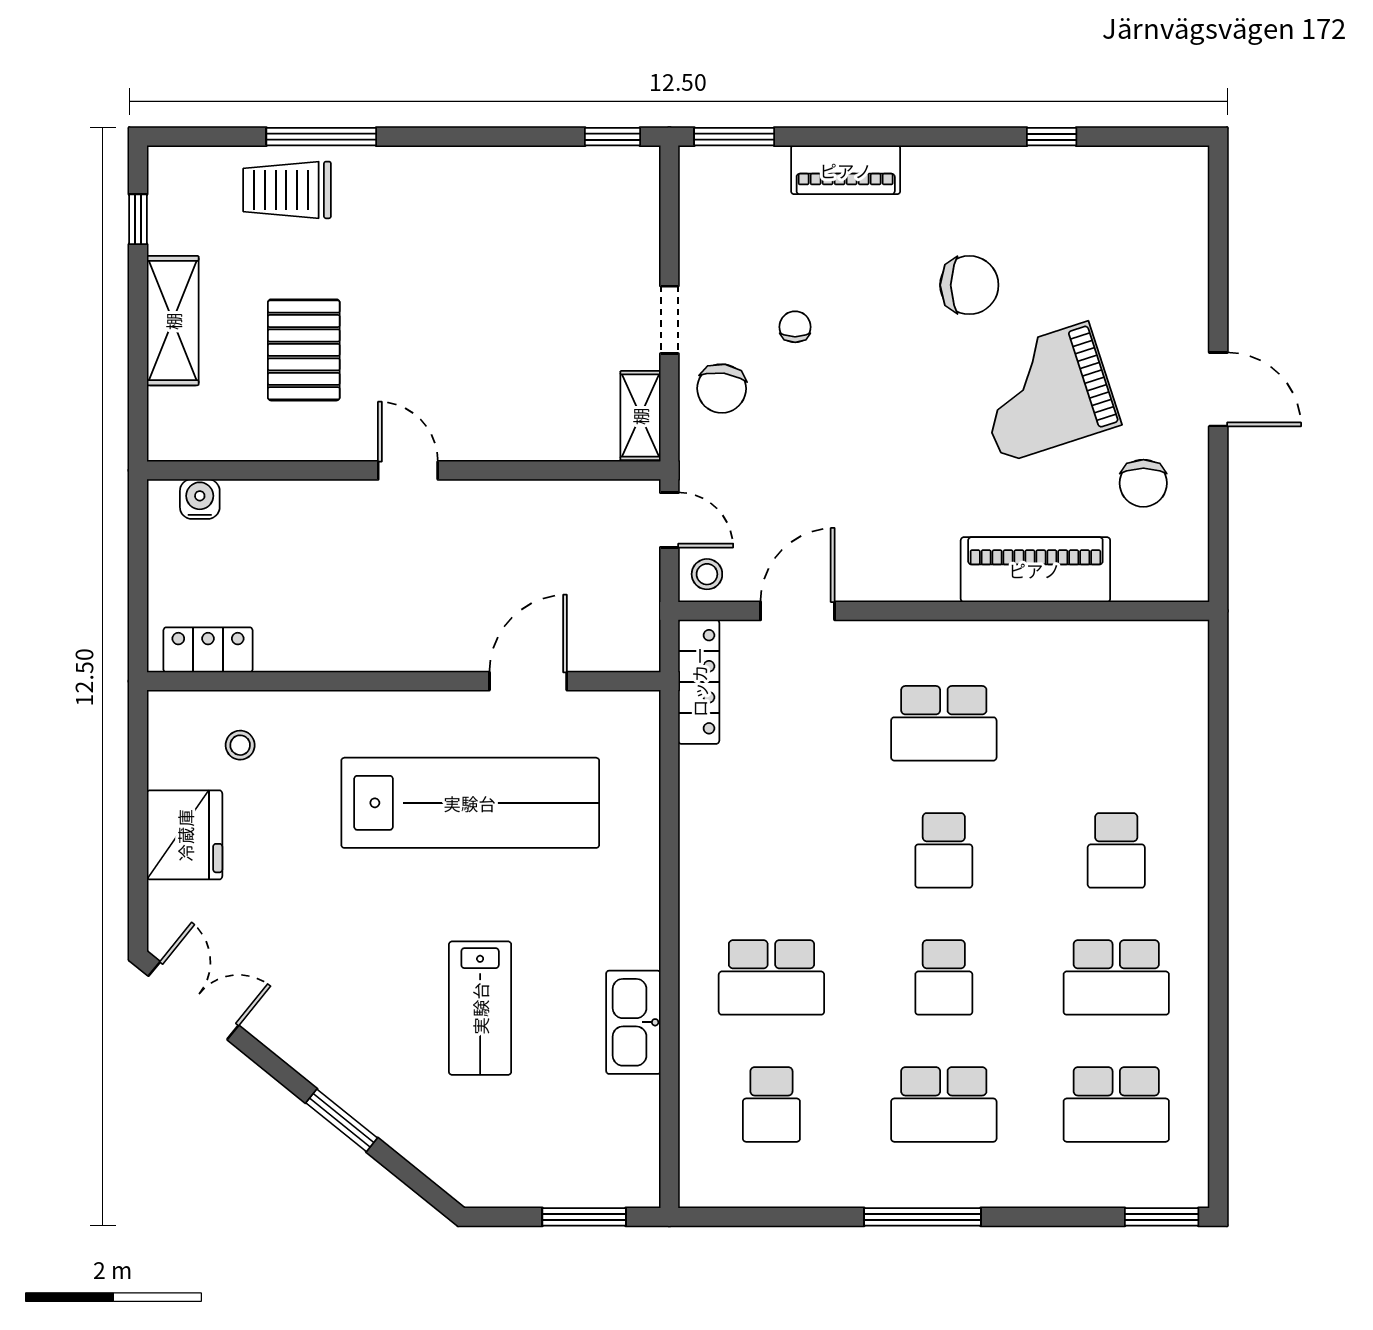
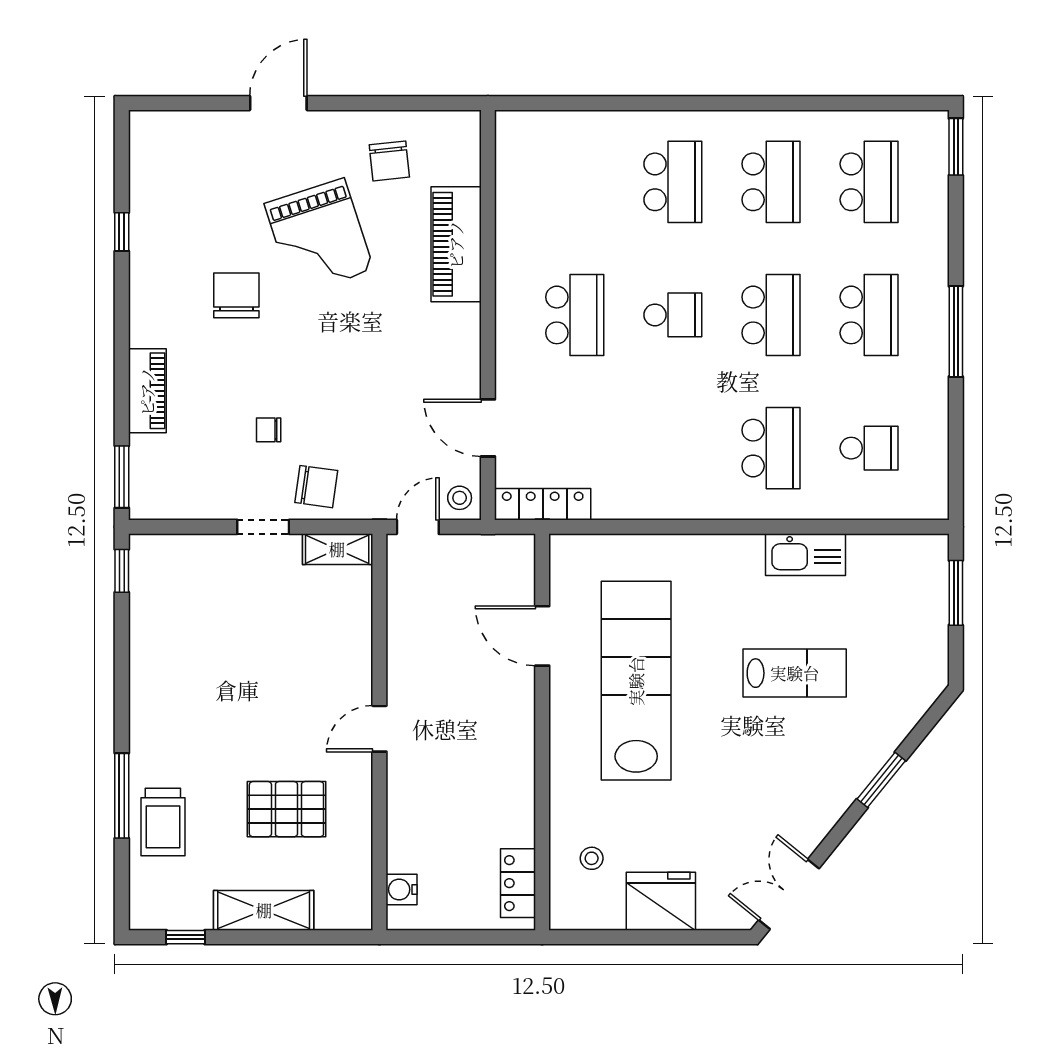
door: (1218, 389) -> (278, 103), moved
chair: (1143, 483) -> (389, 161), turned 84
school desk: (1116, 850) -> (673, 182), width x1.85
school desk: (944, 977) -> (771, 315), width x1.85

